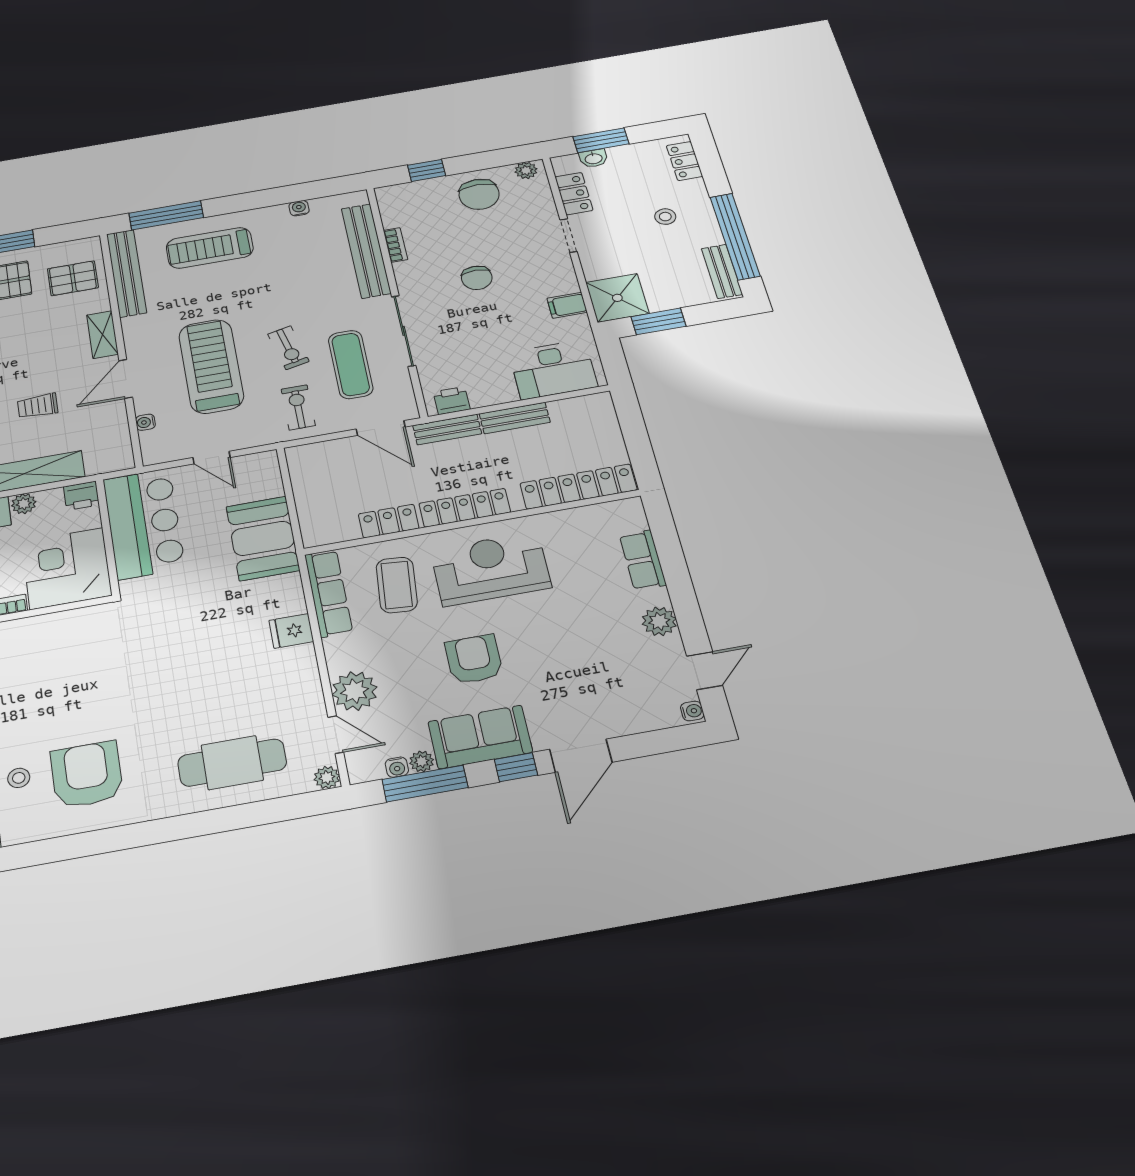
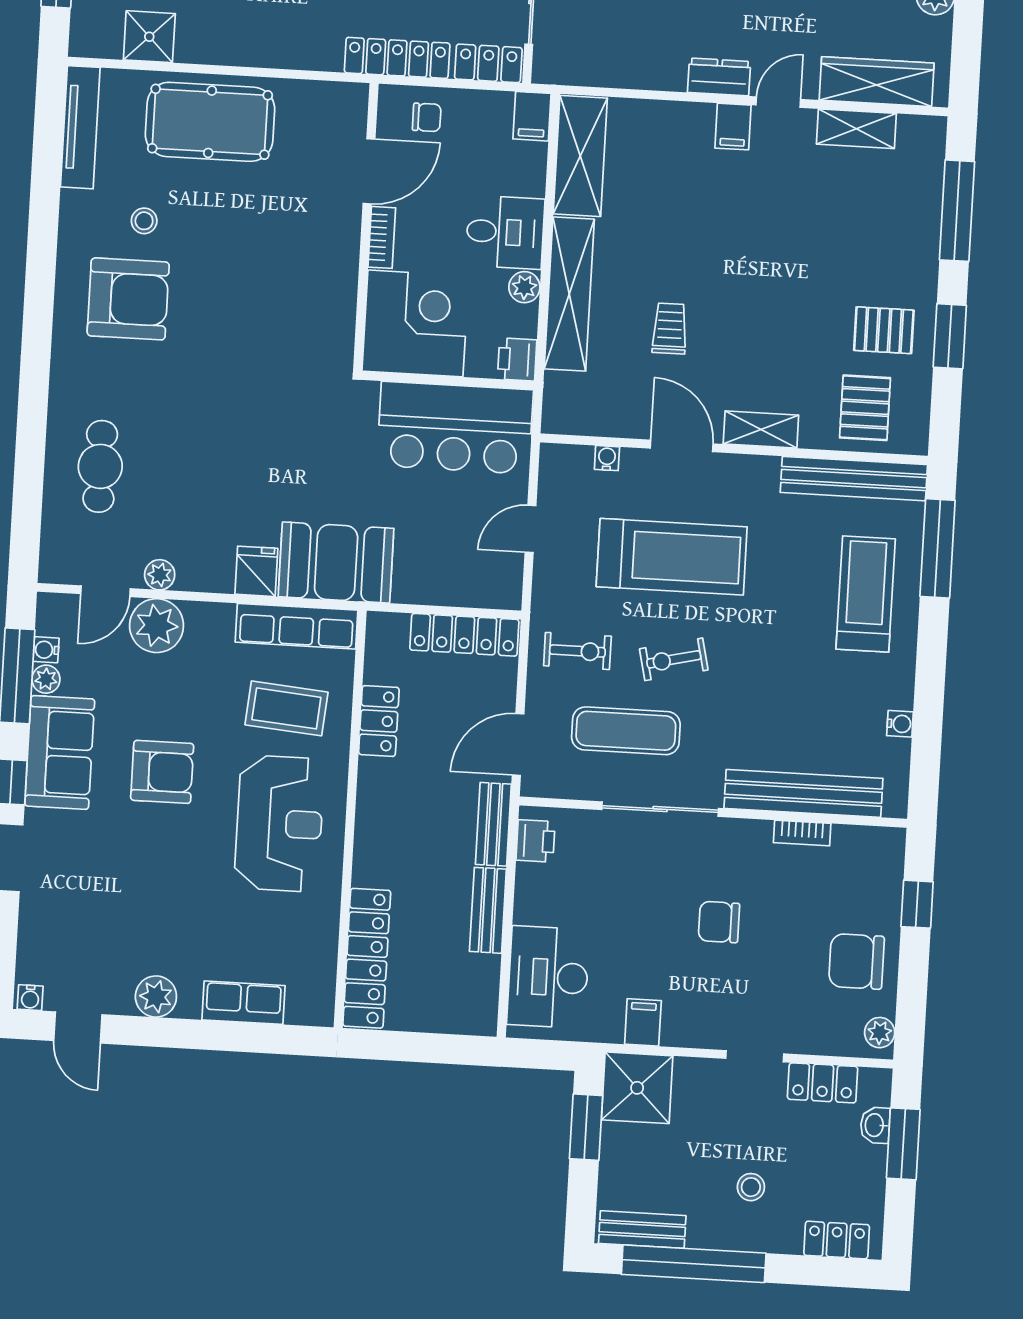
locker: (465, 508) -> (464, 635), moved, turned 90
booth: (263, 538) -> (336, 563), moved
cafe table: (232, 763) -> (100, 466), width x0.73, depth x0.74
plant: (327, 778) -> (160, 575), moved

